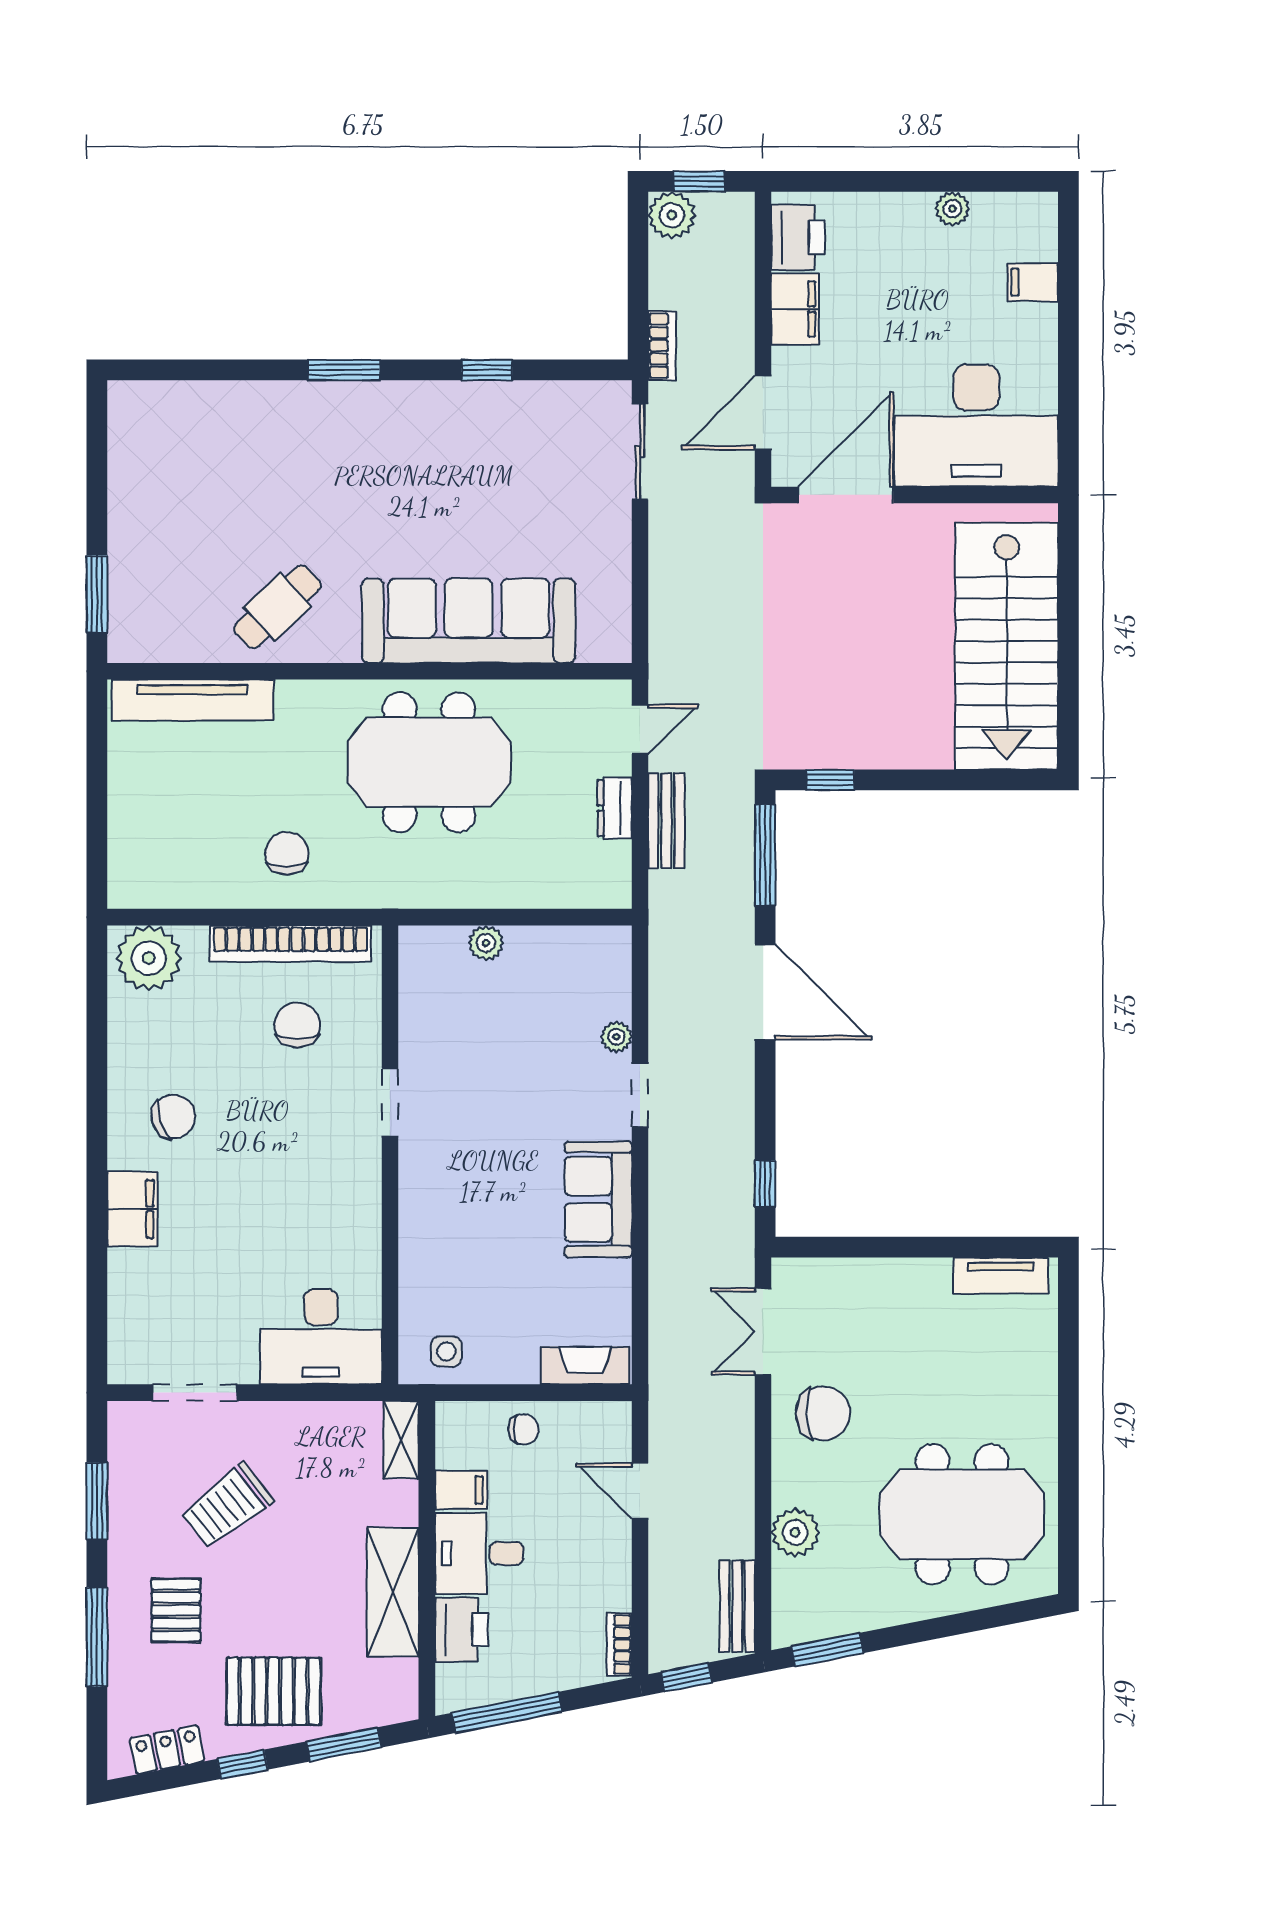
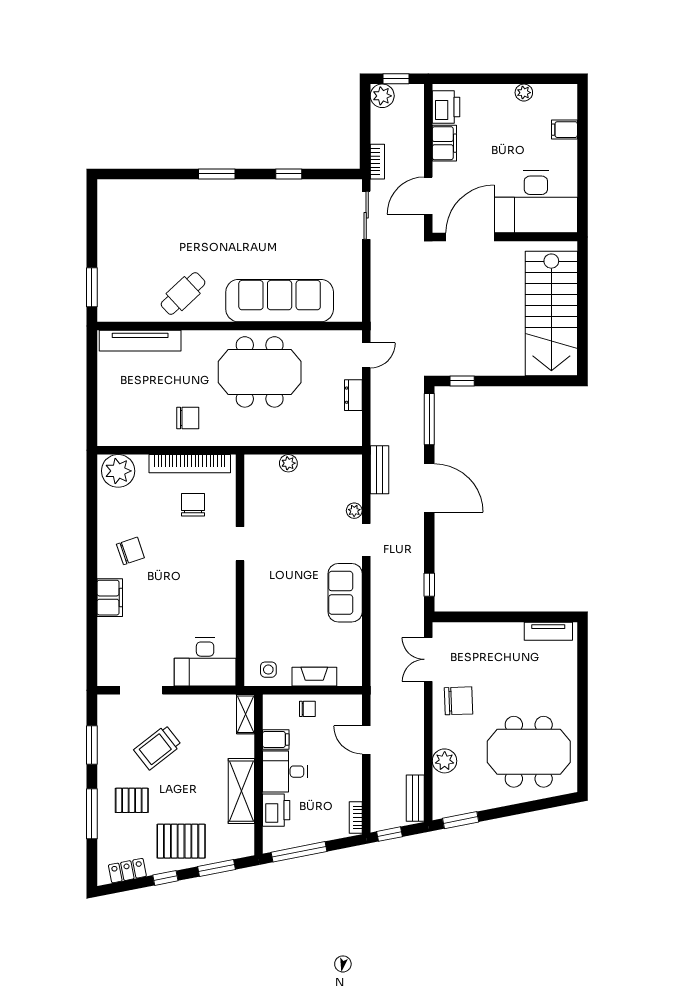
bench: (666, 821) -> (379, 470), moved
chair: (287, 853) -> (188, 418), turned 90
fireplace: (585, 1366) -> (314, 677), moved
pallet: (176, 1610) -> (132, 800), turned 90

